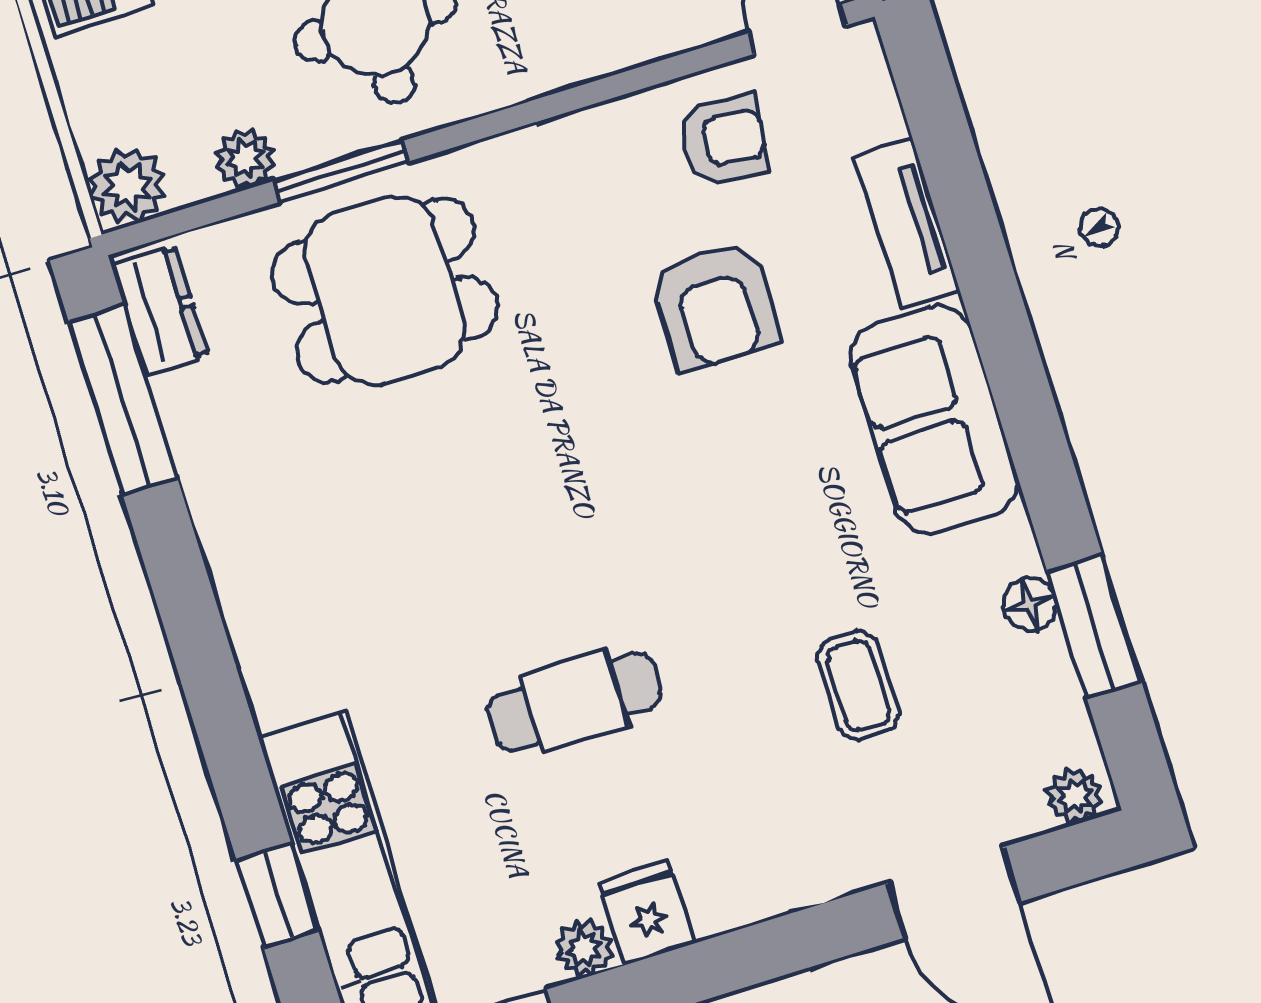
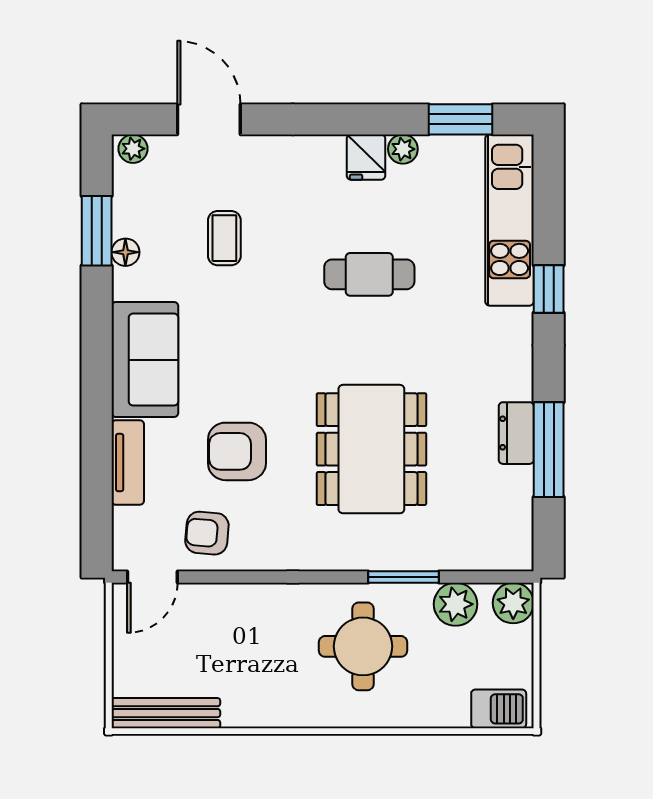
plant: (245, 159) -> (456, 604), width x1.38, depth x1.38
dining table: (385, 291) -> (371, 449), moved, width x1.38
armchair: (715, 305) -> (237, 451), turned -90
dresser: (160, 310) -> (516, 433), moved
window: (123, 400) -> (549, 450), moved
window: (277, 895) -> (549, 289), moved

